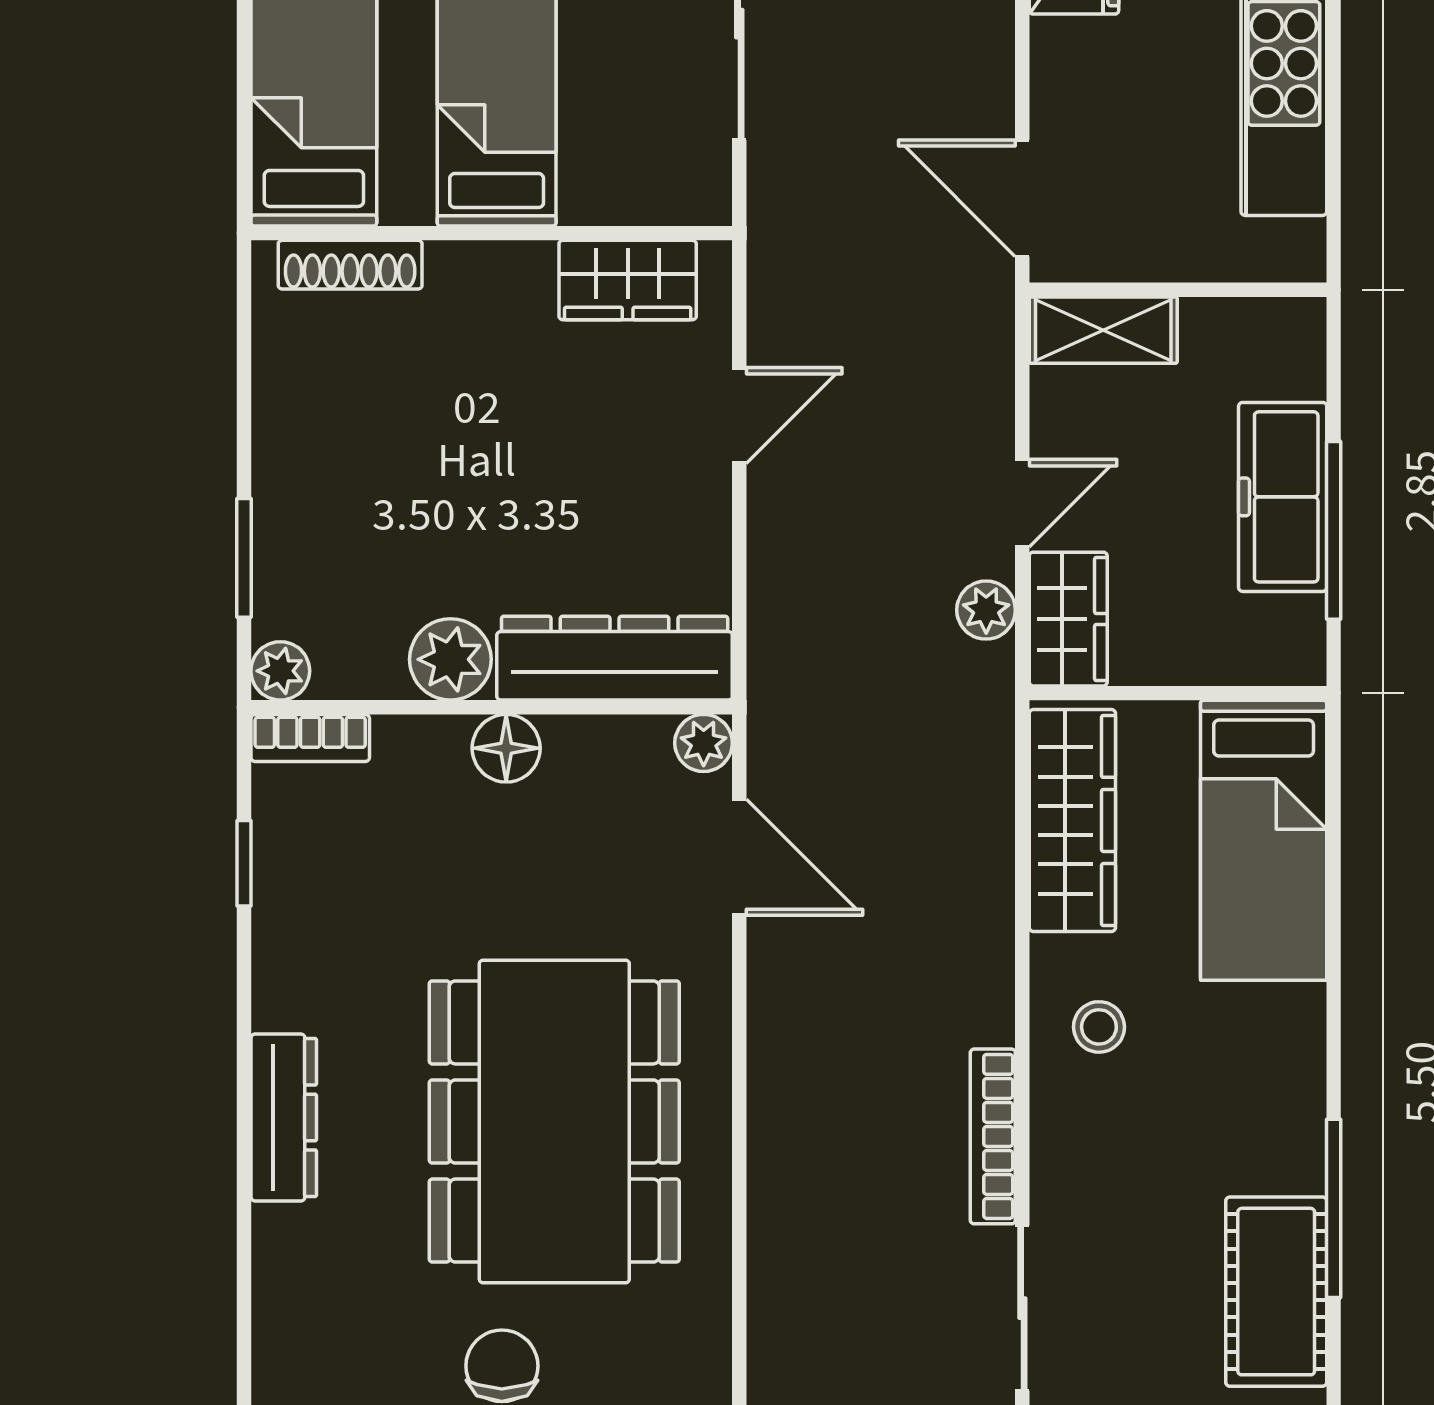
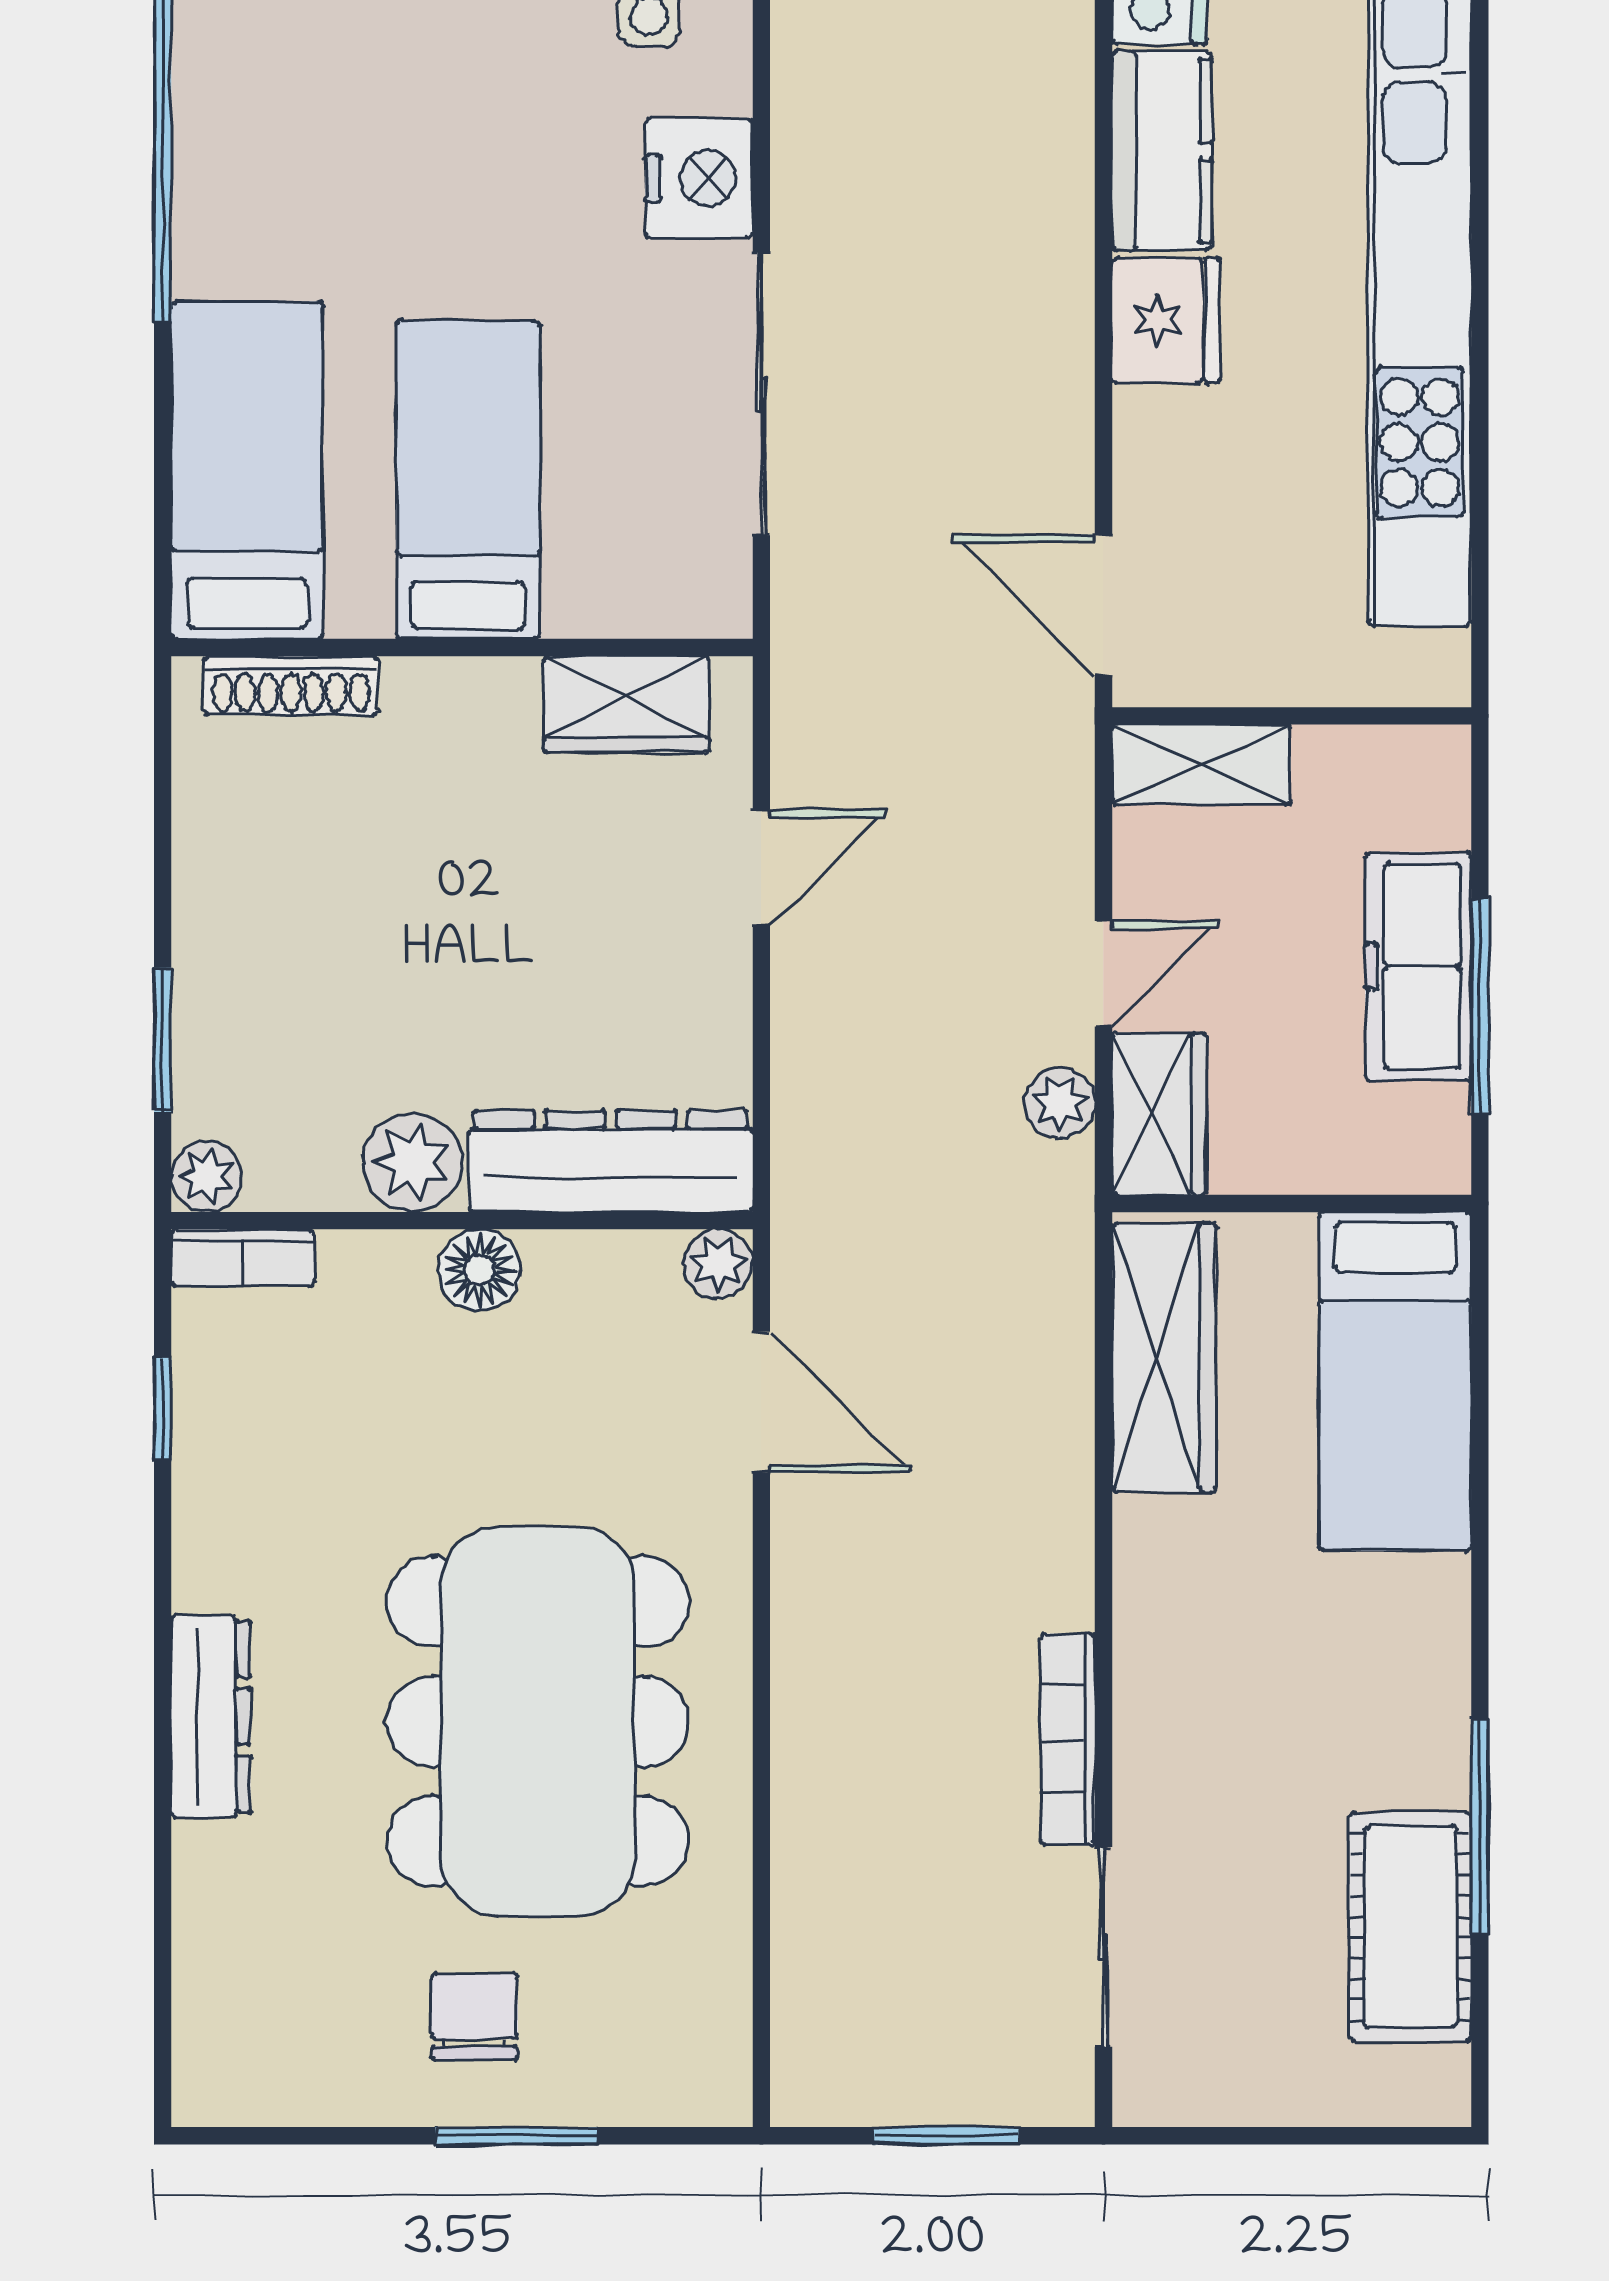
stool: (1099, 1027) -> (1196, 1607), removed

